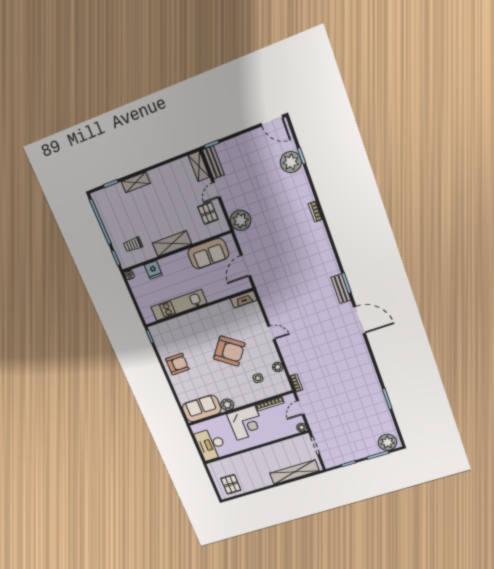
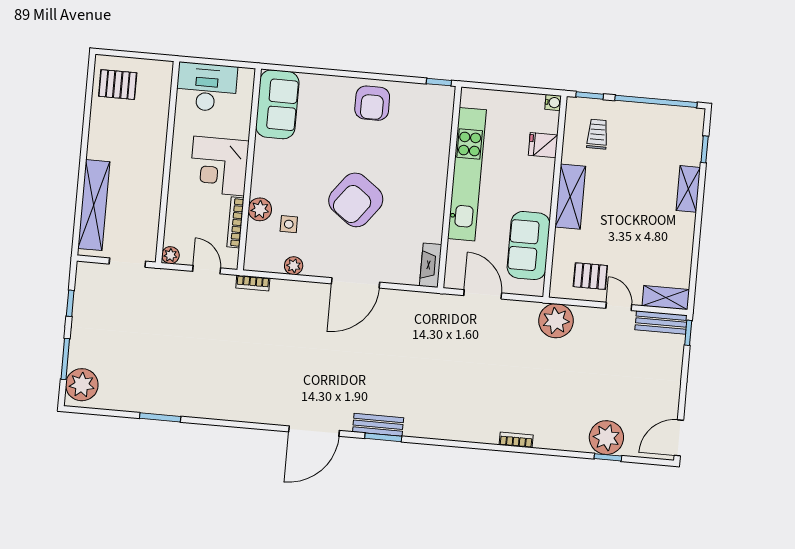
kitchen unit: (179, 305) -> (467, 174), width x1.36
door: (272, 333) -> (356, 283), width x1.88
plant: (227, 405) -> (260, 209), moved

